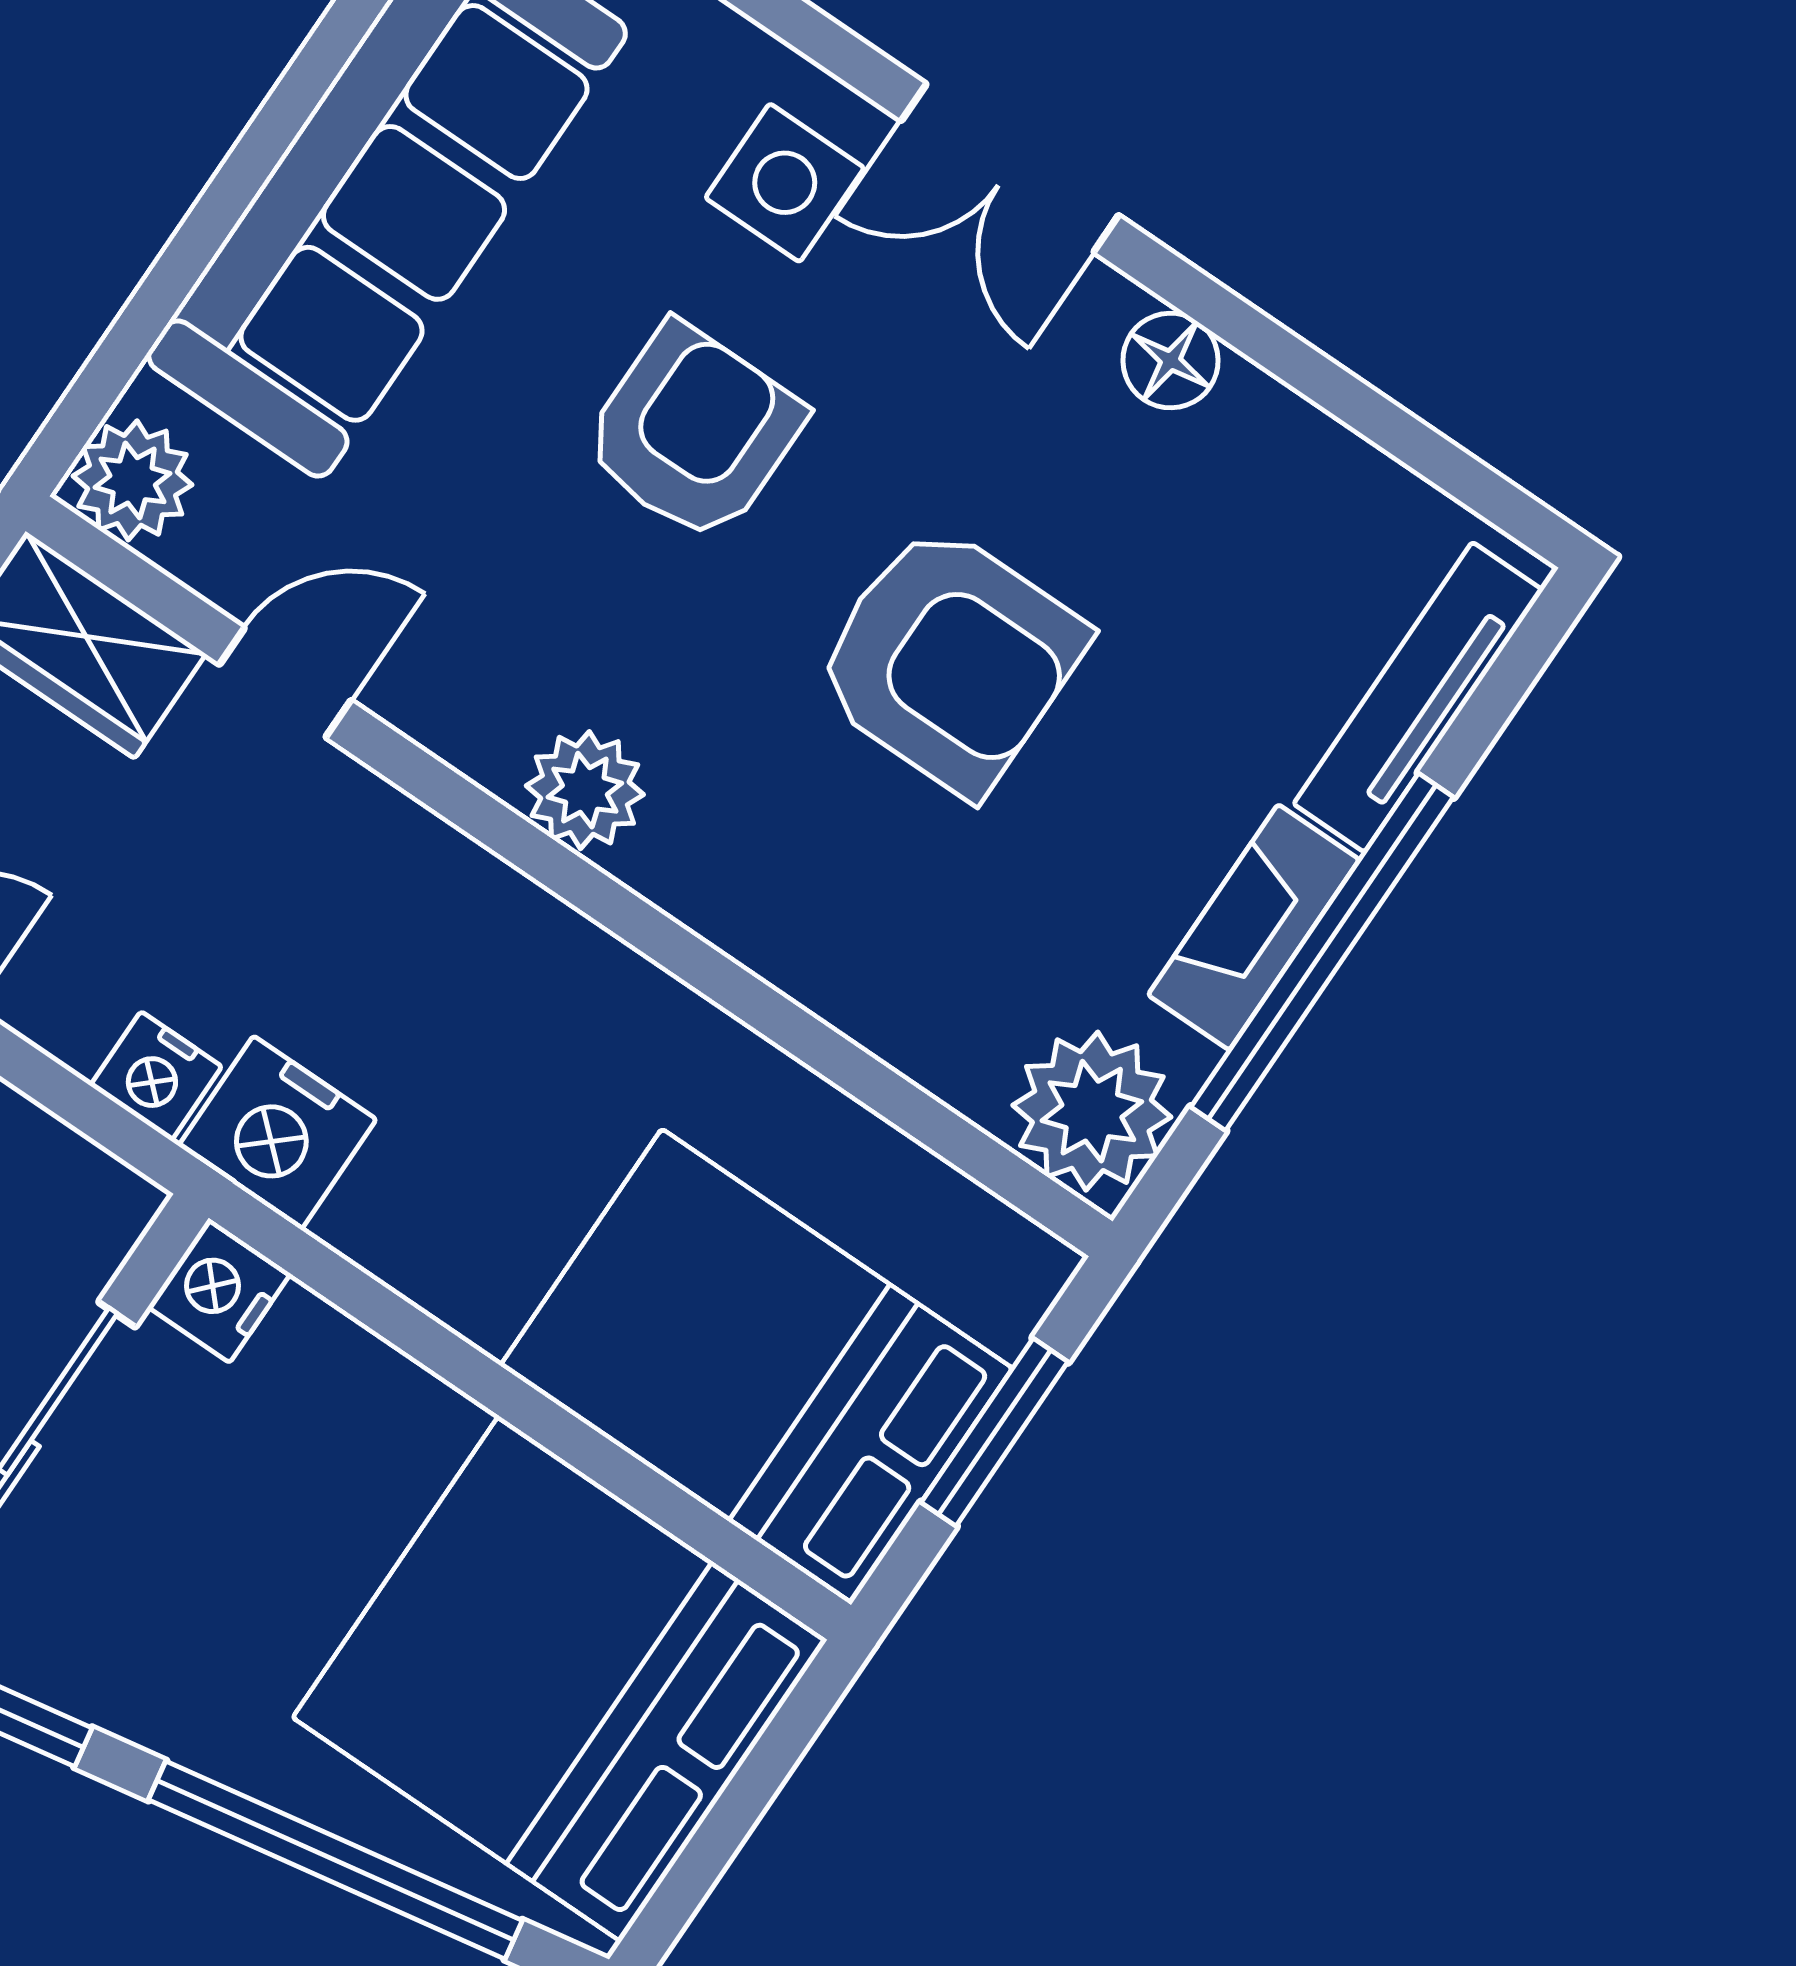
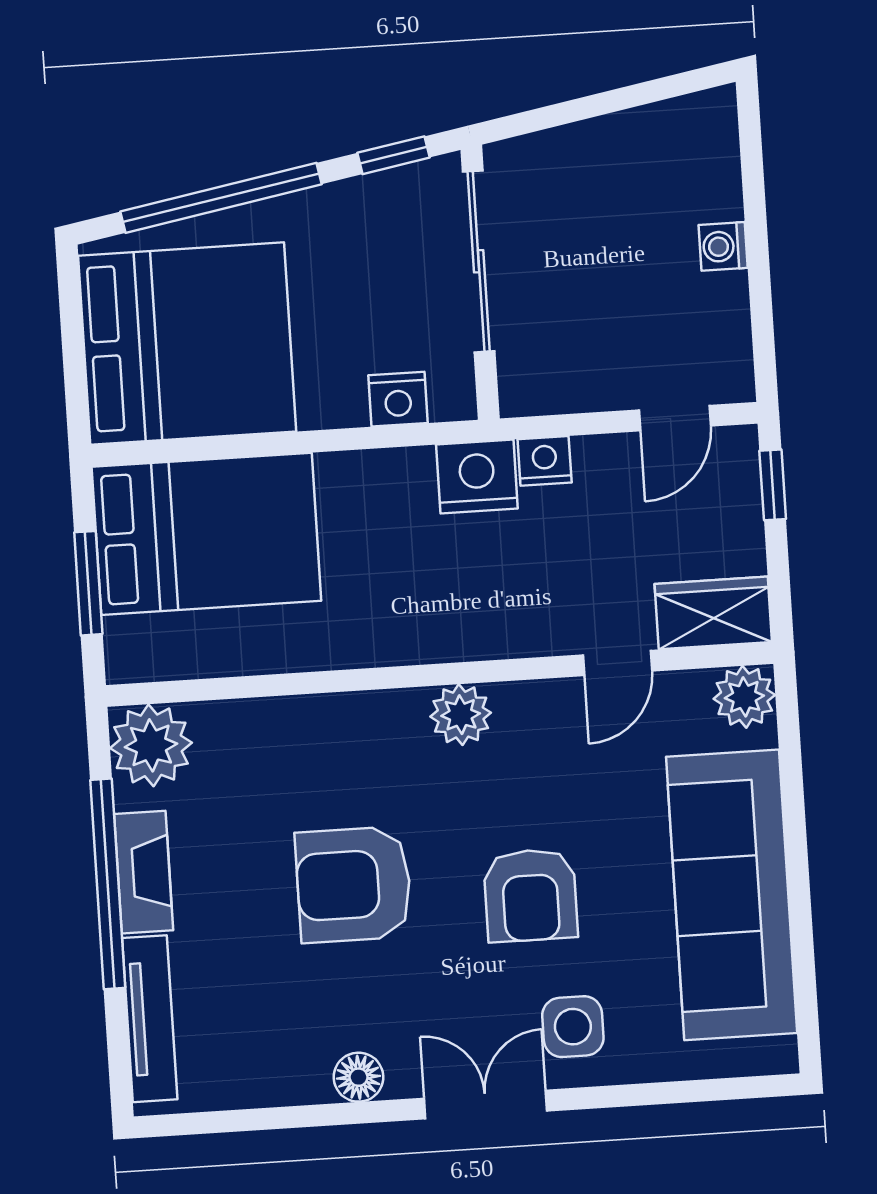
nightstand: (219, 1290) -> (398, 399), moved, turned 90

